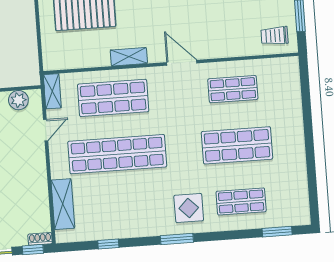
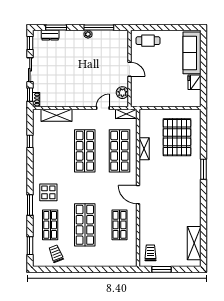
shelving: (129, 57) -> (144, 149), moved
door: (182, 63) -> (138, 195), swing flipped
door: (46, 130) -> (103, 108), swing flipped
shop shelf: (117, 154) -> (85, 151), width x0.71
trolley: (287, 188) -> (56, 254), added
window: (177, 239) -> (30, 205), moved

